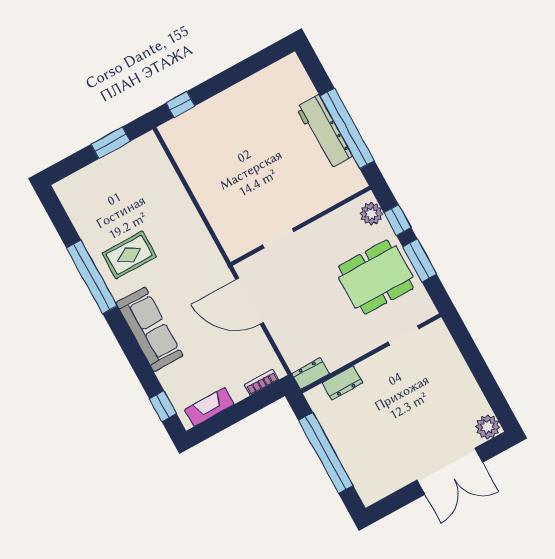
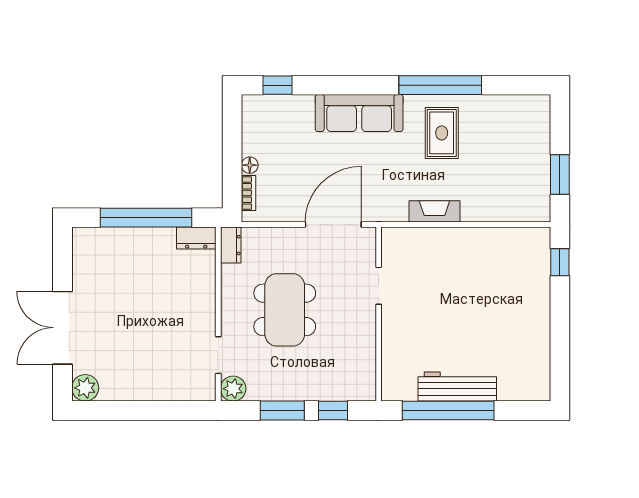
plant: (371, 214) -> (233, 389), moved
dining table: (376, 277) -> (285, 310), moved
dresser: (343, 383) -> (196, 238), moved, turned -90
floor lamp: (239, 393) -> (250, 165), added
fireplace: (209, 407) -> (434, 211), moved, turned -90

